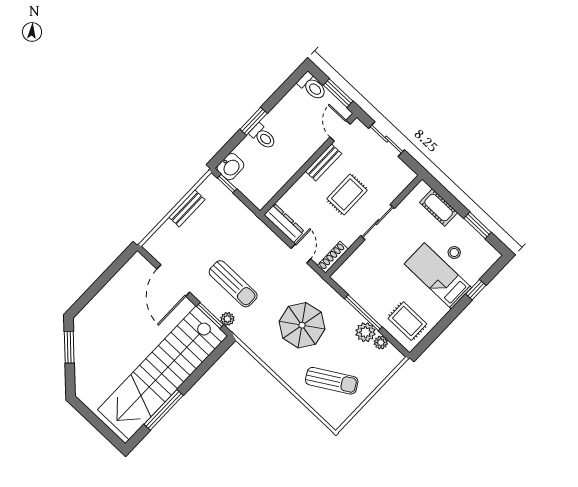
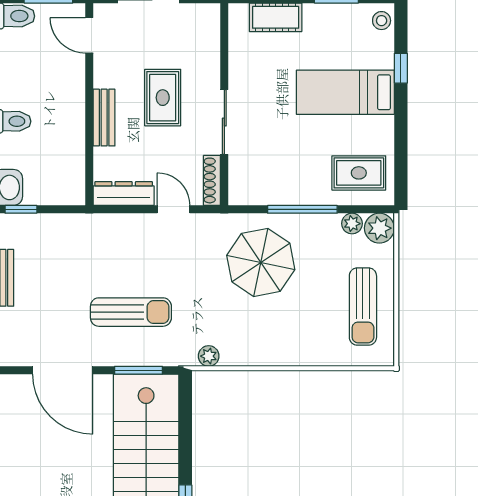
bench: (324, 162) -> (104, 118), moved
sliding door: (378, 222) -> (224, 122), moved
stool: (454, 252) -> (382, 21), moved
plant: (227, 319) -> (209, 356), moved
parasol: (302, 325) -> (261, 262), moved
plant: (365, 332) -> (379, 228), moved
sun lounger: (332, 381) -> (363, 307), moved, turned 121

